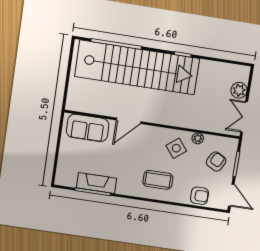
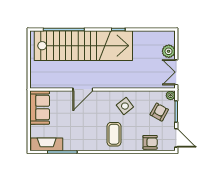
sofa: (88, 128) -> (40, 108), moved, turned -90
plant: (198, 138) -> (171, 95), moved
coffee table: (158, 180) -> (114, 134), turned 90
fireplace: (97, 183) -> (47, 144), moved

